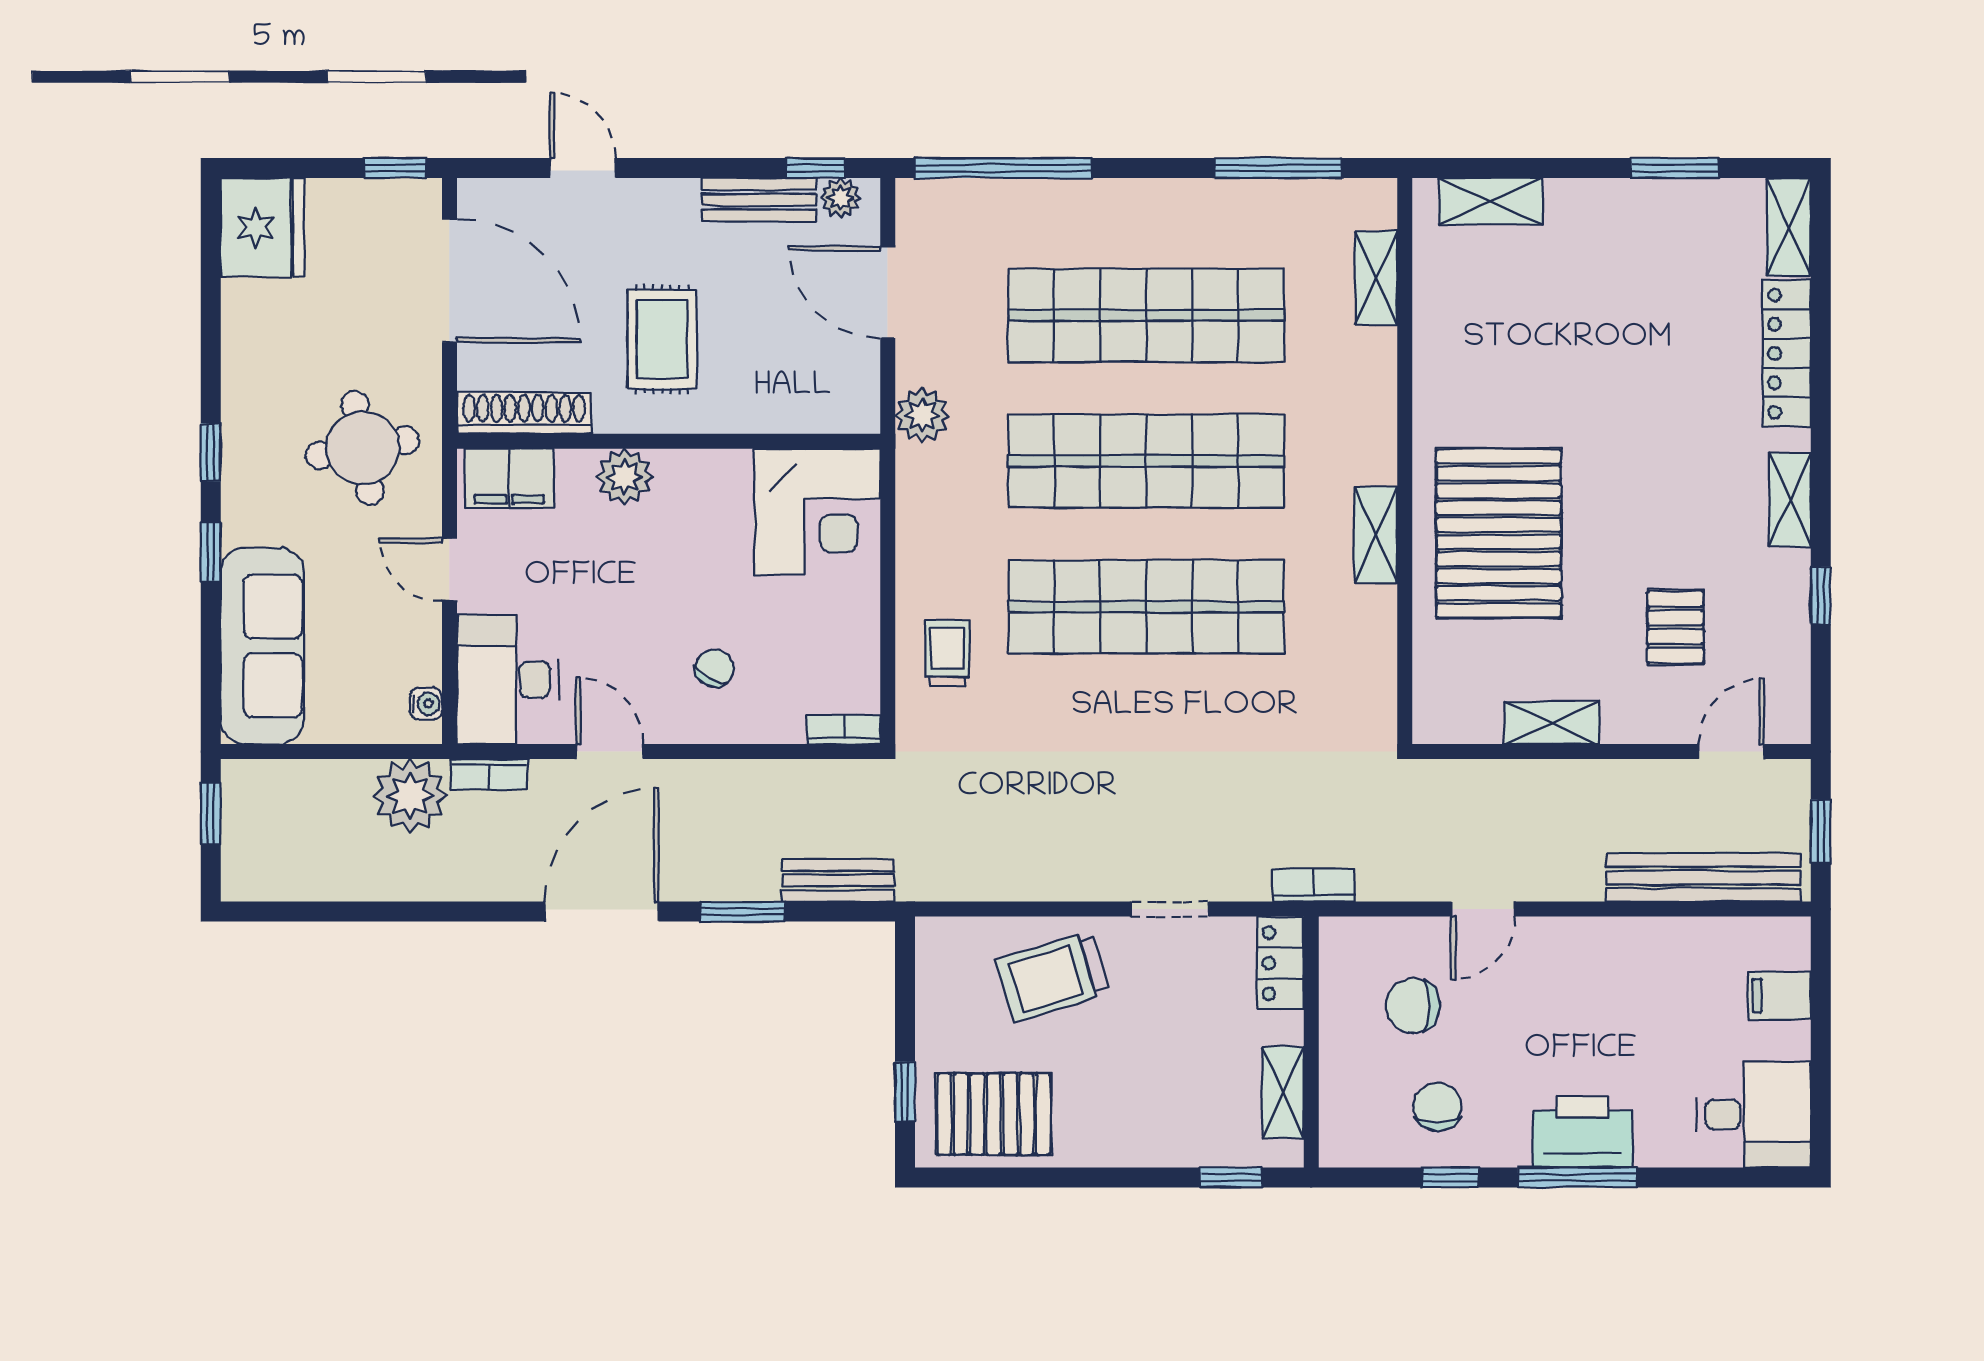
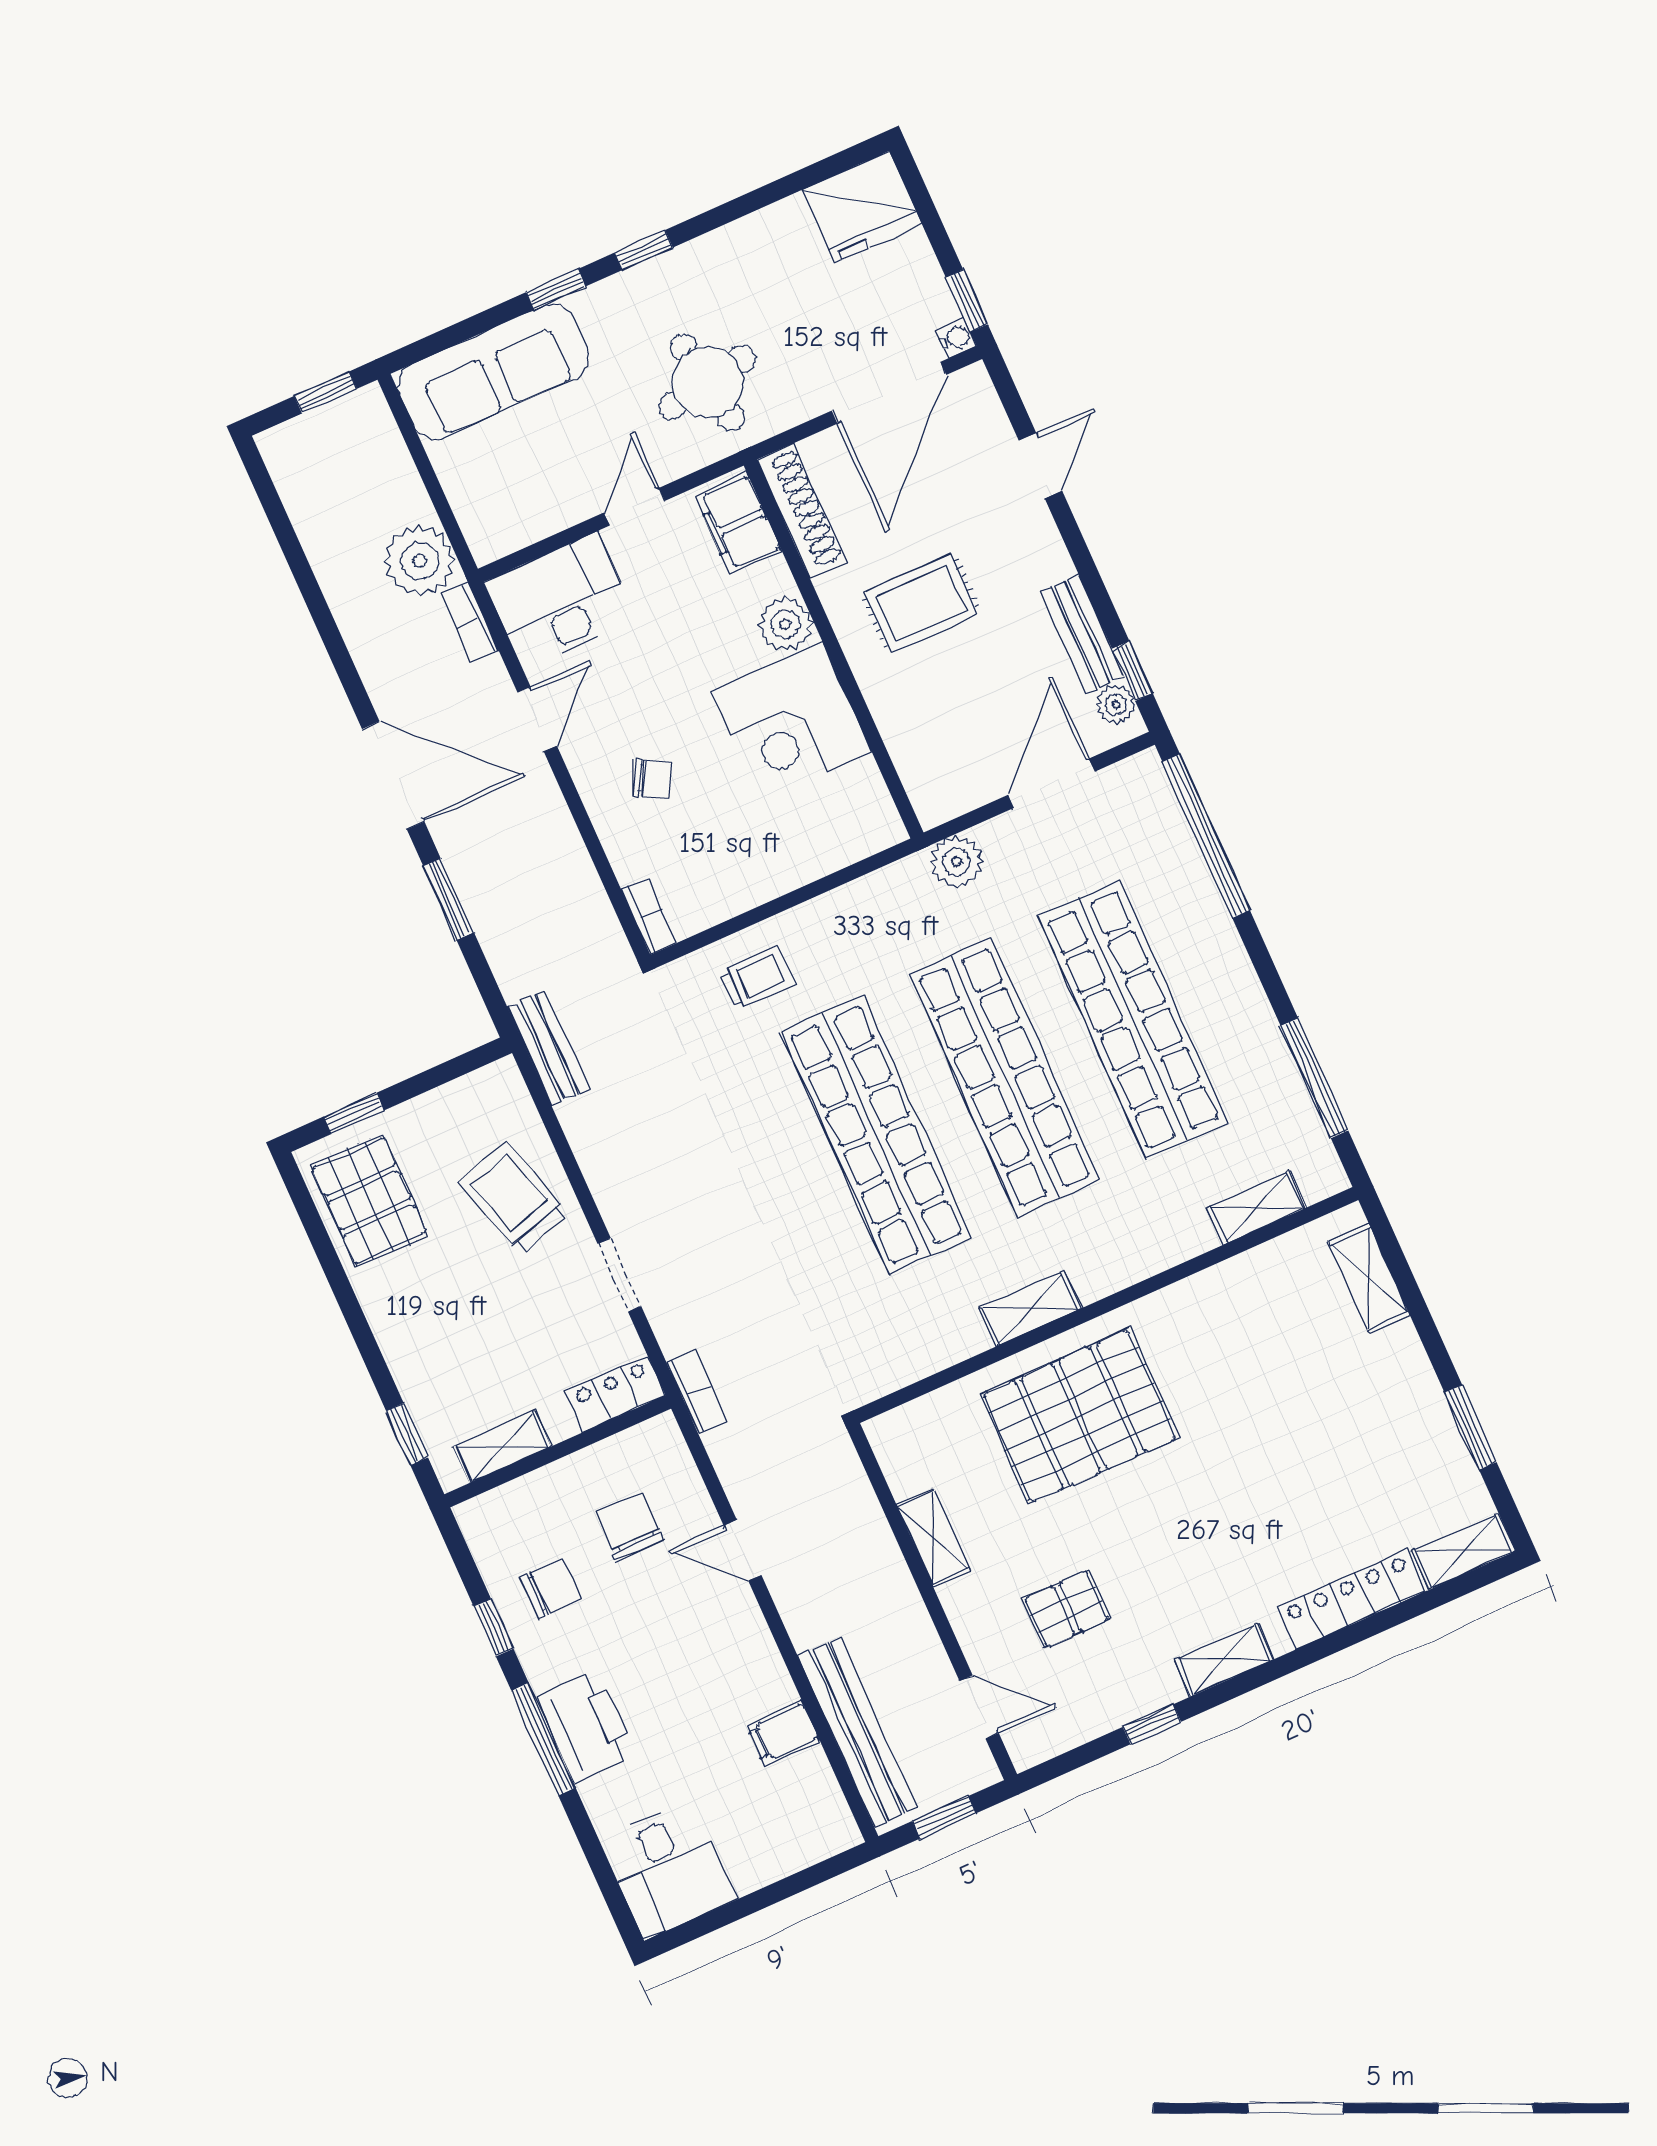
corner desk: (817, 512) -> (792, 722), moved
water cooler: (426, 704) -> (956, 338), moved, turned -90
bench: (838, 880) -> (548, 1048), moved
filing cabinet: (1779, 996) -> (783, 1733), moved, turned -90

